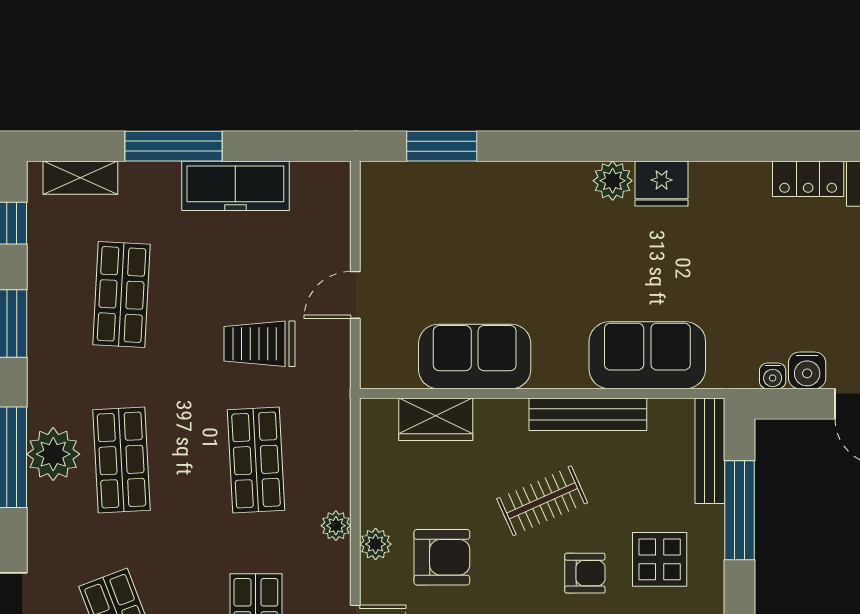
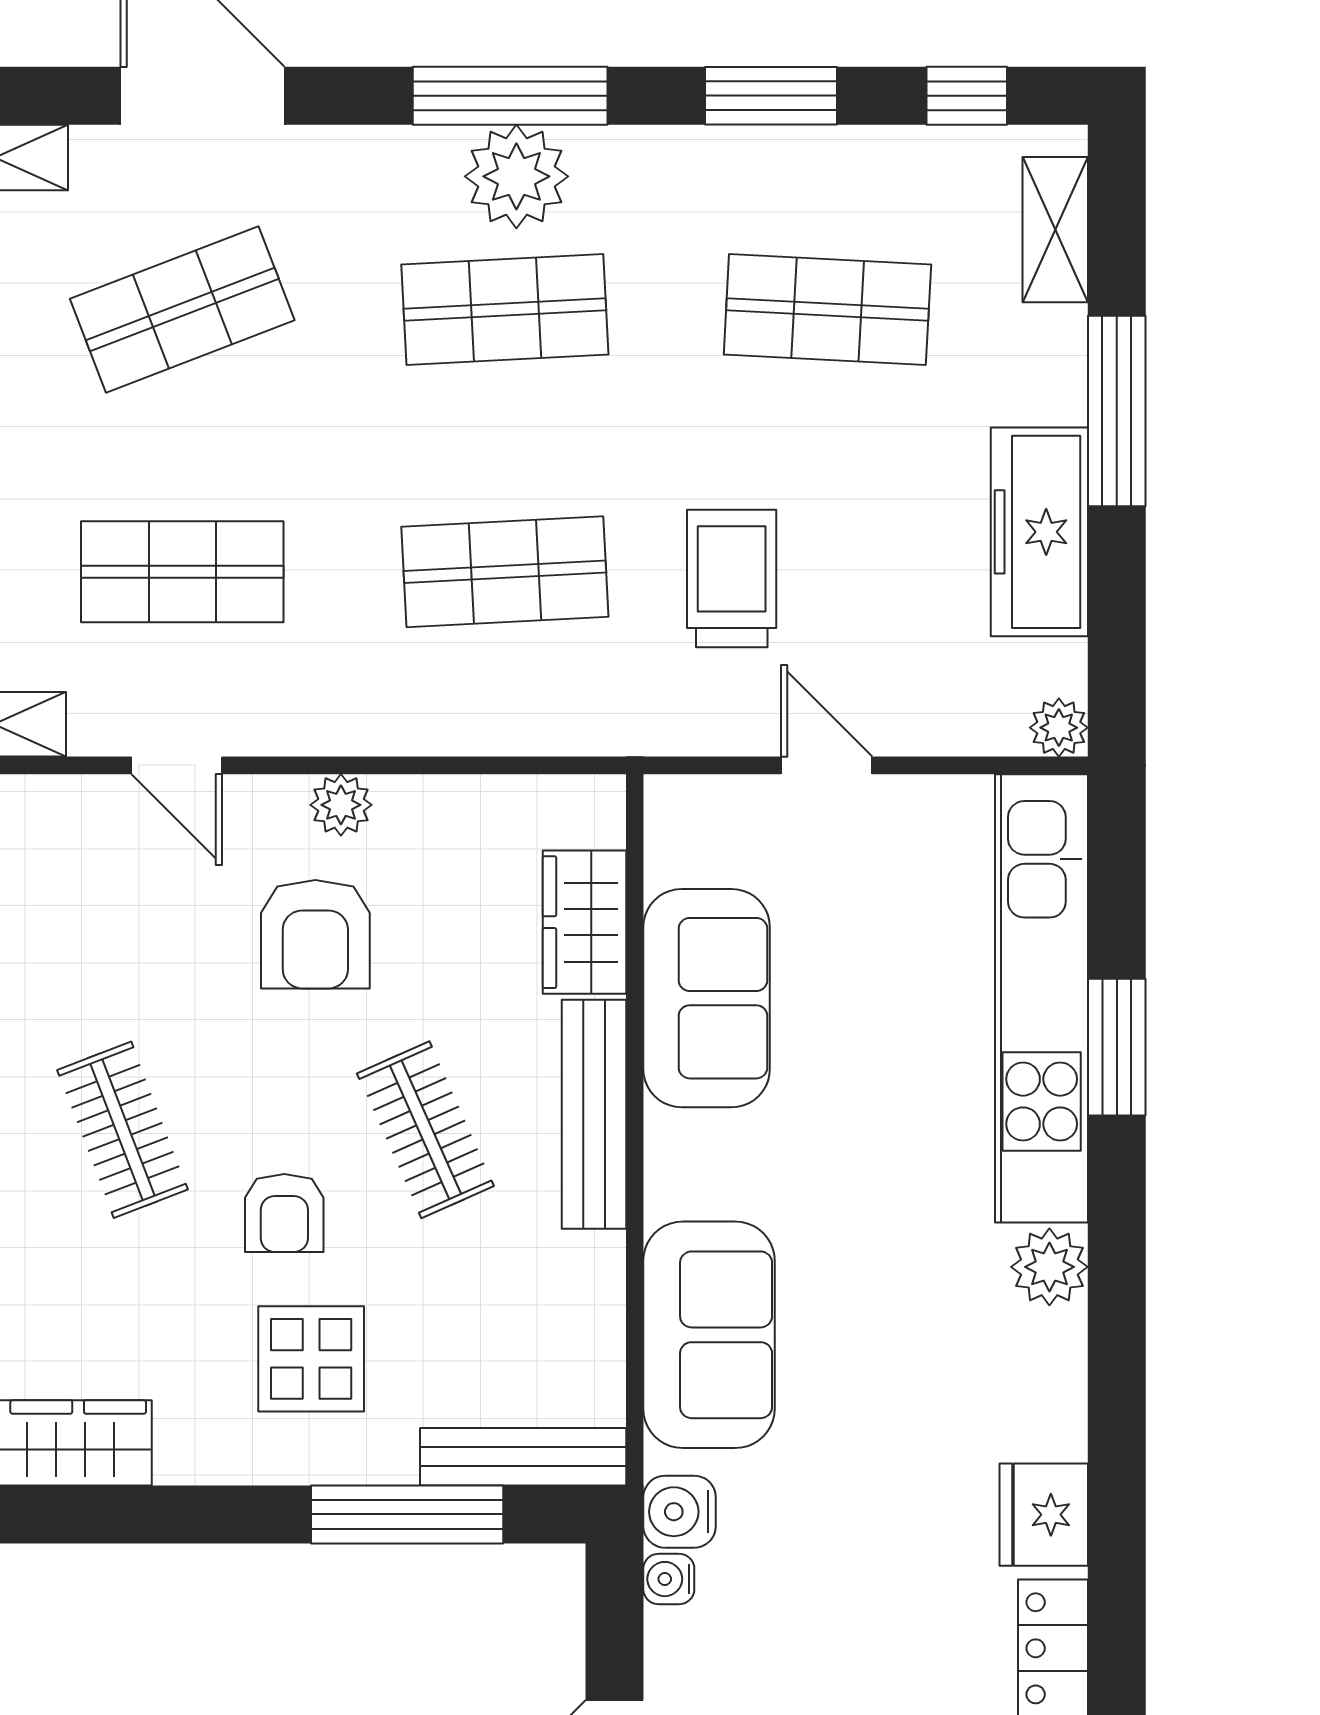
window: (442, 146) -> (1117, 1047), moved
fridge: (662, 184) -> (1044, 1515), moved
kitchen unit: (475, 185) -> (1042, 998), added
water cooler: (807, 370) -> (680, 1512), moved
bench: (588, 414) -> (594, 1114), moved
plant: (336, 526) -> (1059, 728), moved

